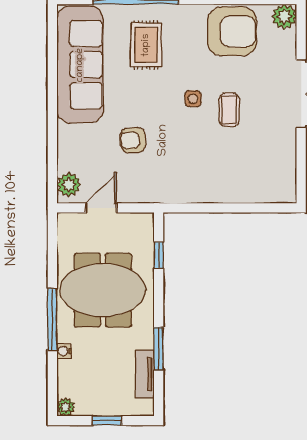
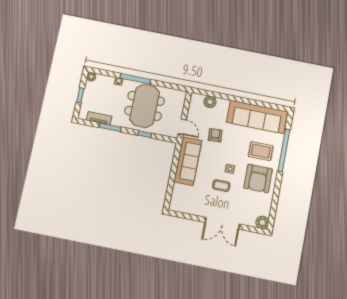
armchair: (232, 31) -> (258, 178), moved
sofa: (194, 184) -> (188, 161), added
plant: (69, 185) -> (210, 102), moved
door: (101, 208) -> (182, 127), moved
window: (159, 255) -> (145, 134), moved

